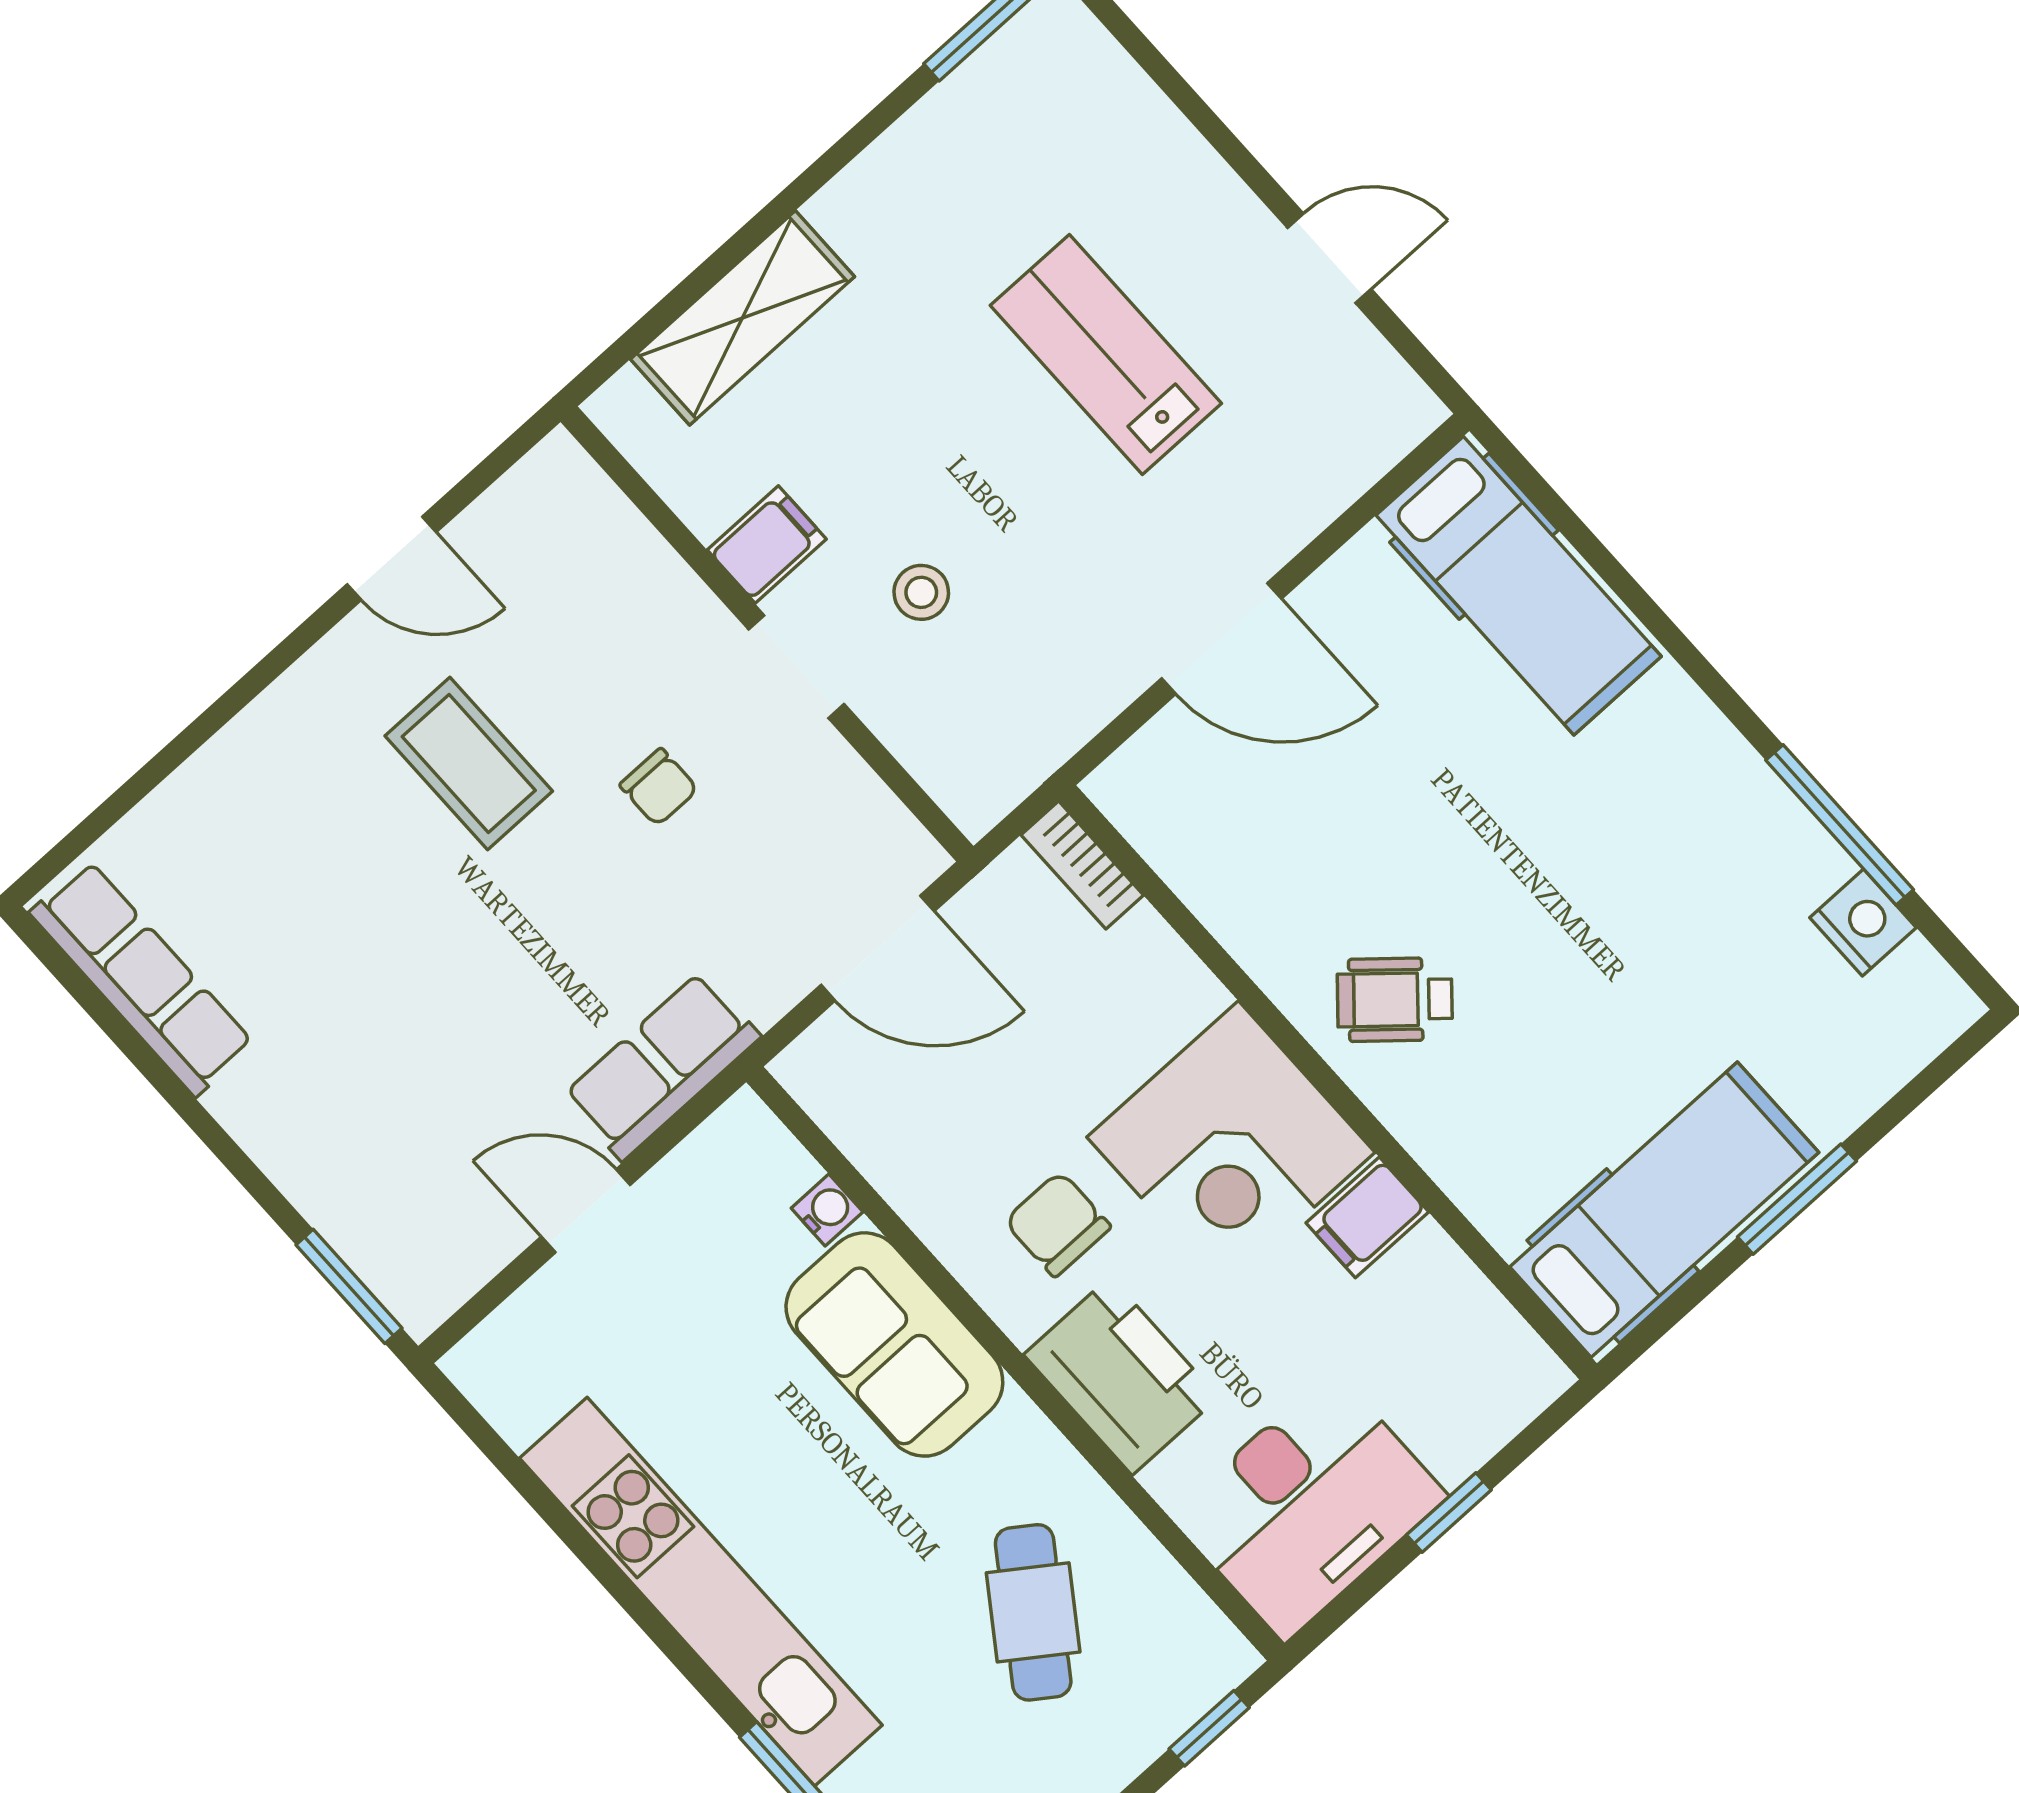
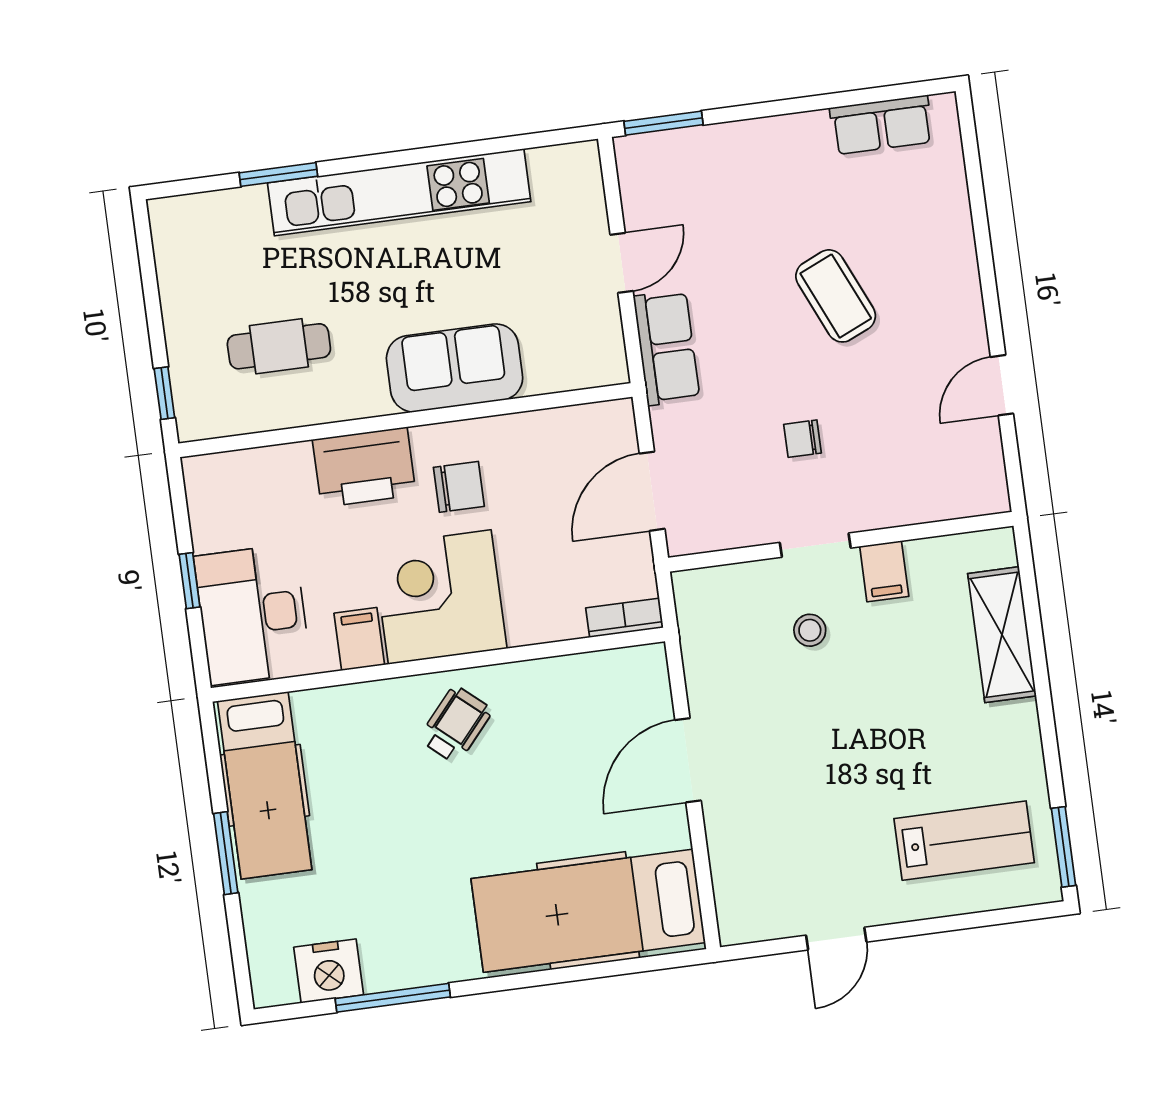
lab bench: (1106, 354) -> (964, 841), moved
hospital bed: (1519, 586) -> (588, 911), width x1.37, depth x1.29
coffee table: (469, 764) -> (836, 296), moved, turned 66
nightstand: (1863, 923) -> (329, 971), width x1.36, depth x1.33
row of seats: (142, 978) -> (881, 125), width x0.68
water cooler: (827, 1210) -> (542, 380), removed
desk: (1309, 1506) -> (253, 614), moved
cafe table: (1033, 1612) -> (279, 346), turned -35

